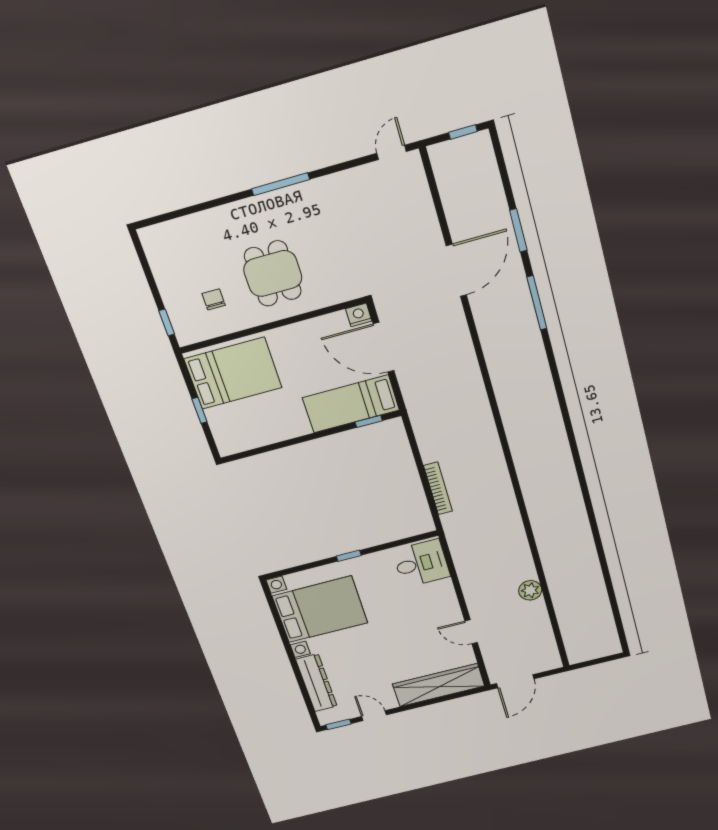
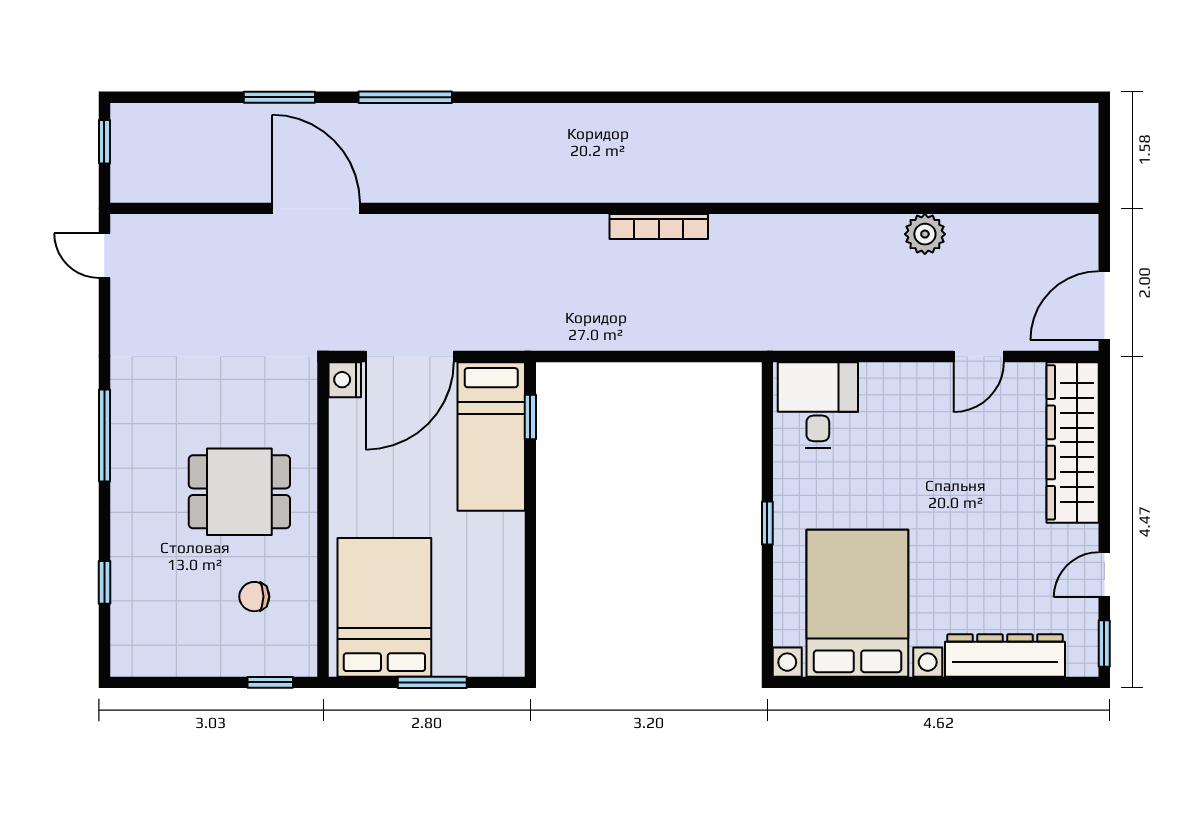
window: (191, 210) -> (104, 582), added
window: (199, 410) -> (432, 682), width x1.50
bookcase: (438, 488) -> (659, 226), moved, turned 180
door: (515, 681) -> (1104, 306), swing flipped

